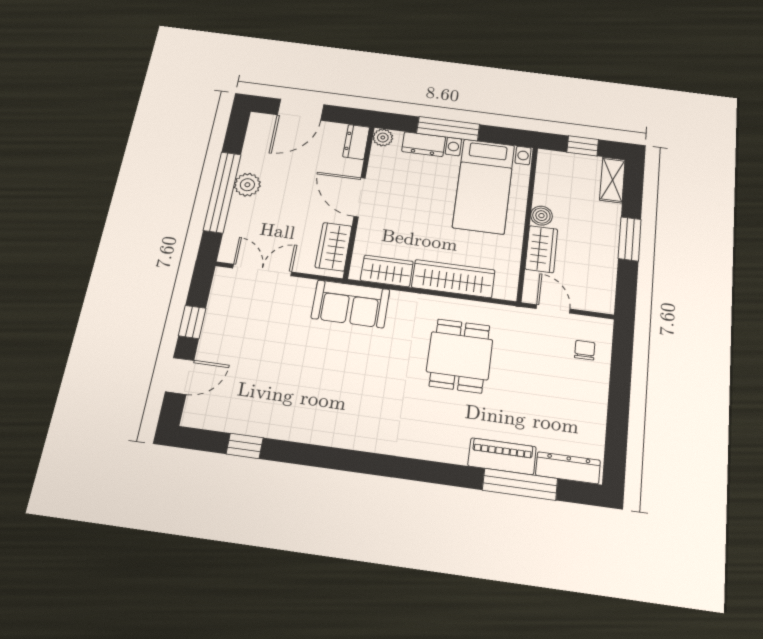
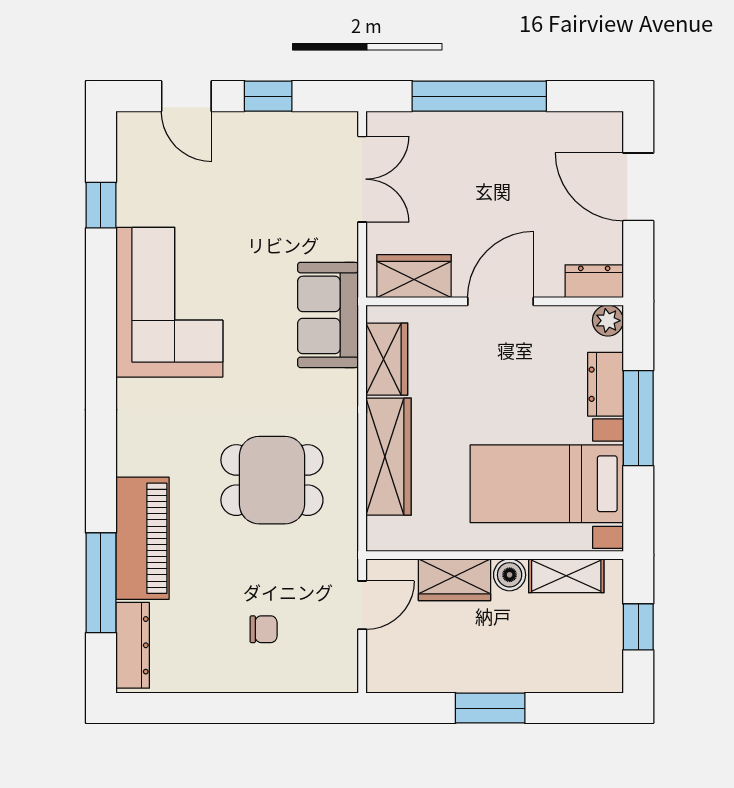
shelving: (612, 180) -> (566, 576), moved
plant: (247, 185) -> (497, 131), removed
chair: (585, 350) -> (264, 629), moved
corner sofa: (323, 408) -> (169, 302), added
piano: (502, 456) -> (143, 538), width x1.37, depth x1.33

